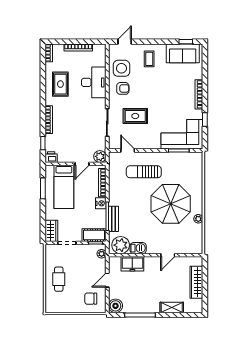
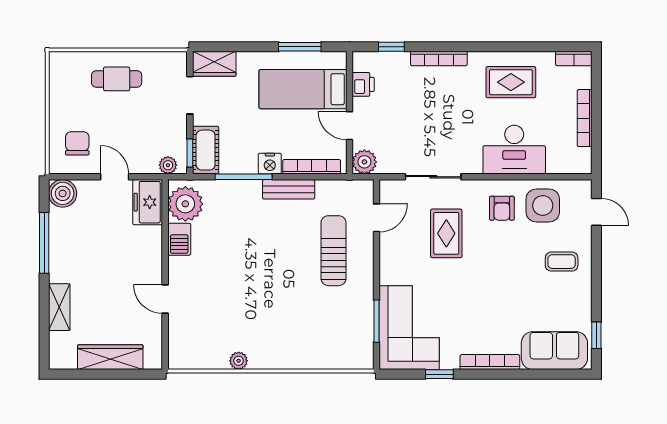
sofa: (183, 53) -> (554, 351), moved, turned 90
printer: (51, 157) -> (363, 84), moved
parasol: (171, 204) -> (269, 305), removed
bench: (113, 219) -> (289, 189), moved
freezer: (132, 264) -> (148, 202), moved

